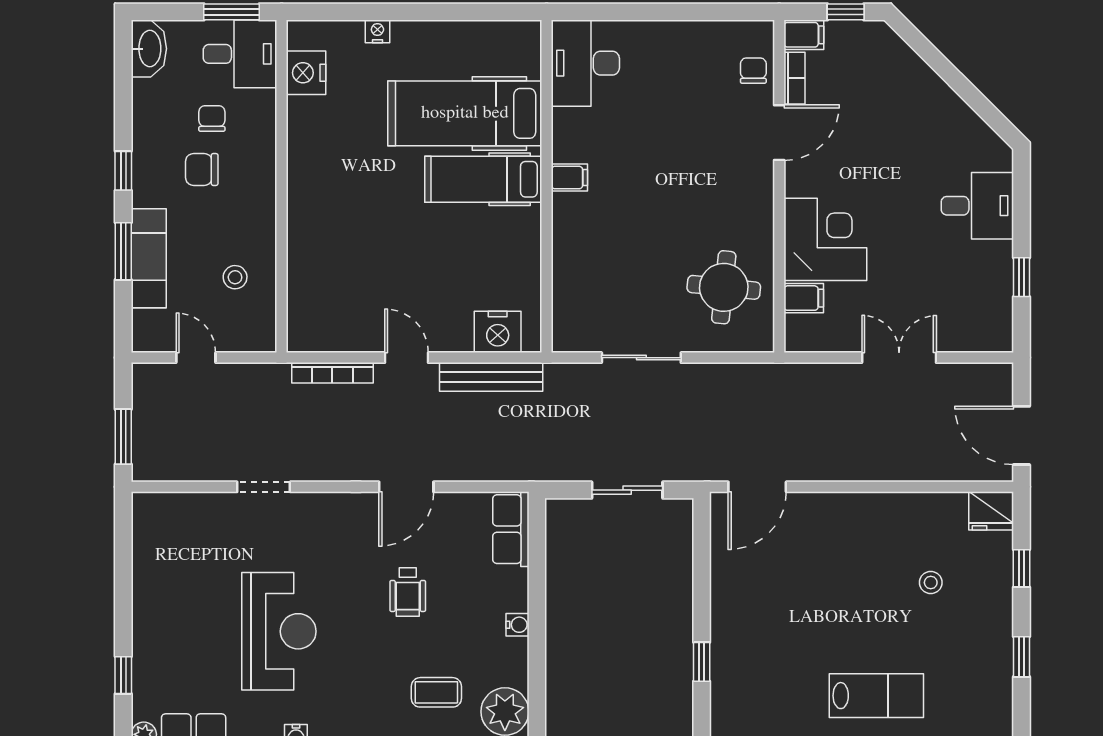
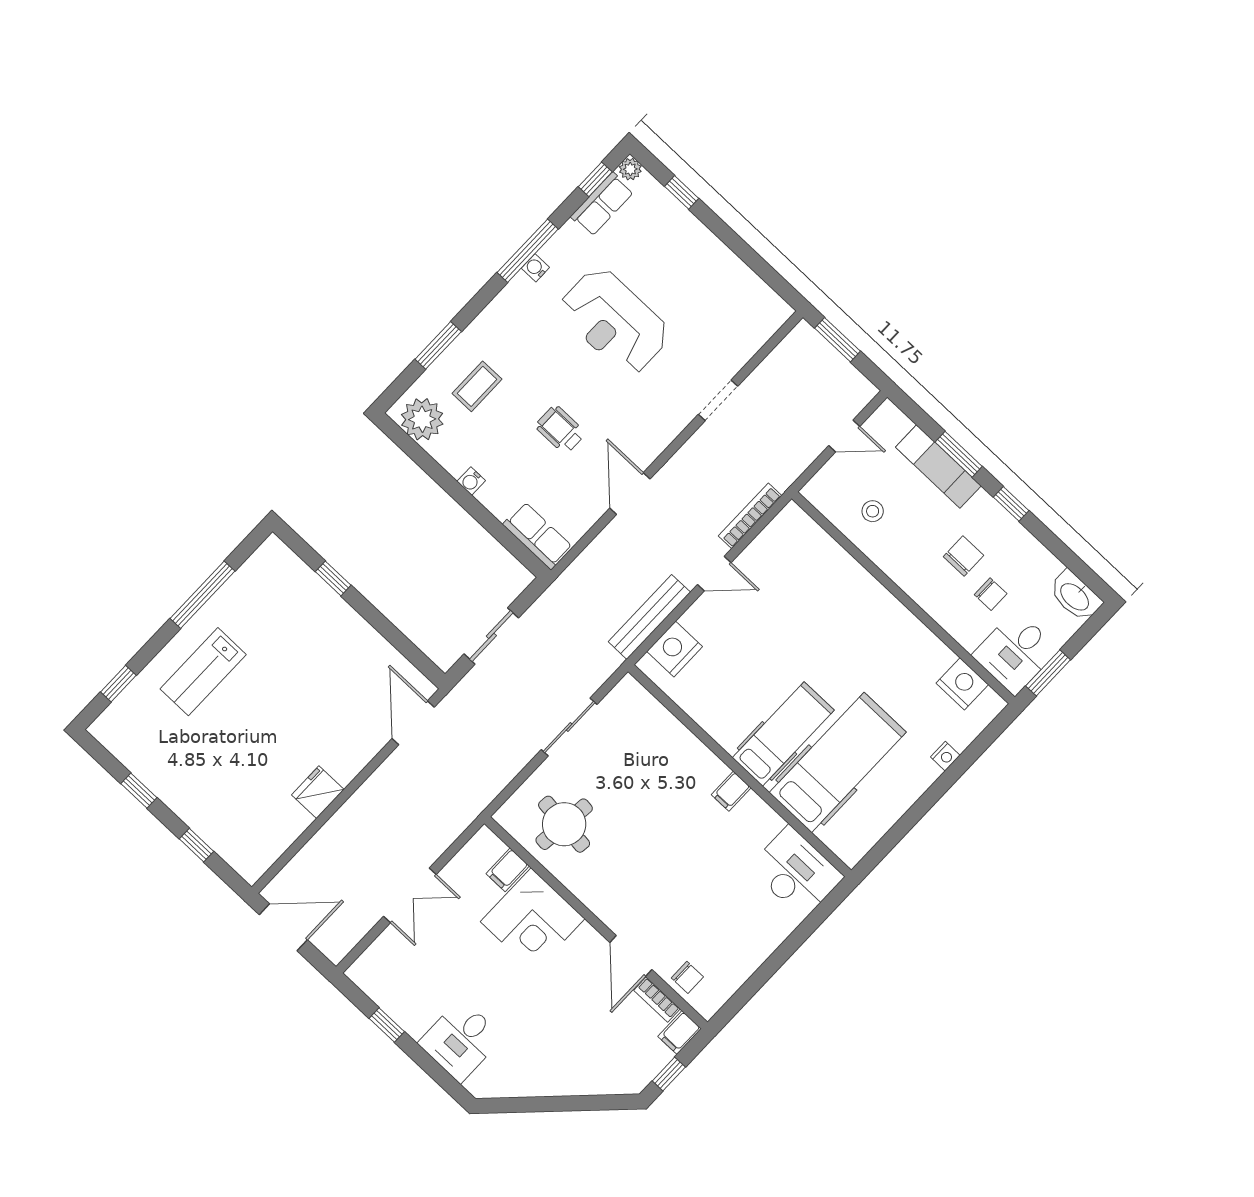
fridge: (991, 511) -> (318, 792), moved
stool: (931, 583) -> (243, 777), removed

